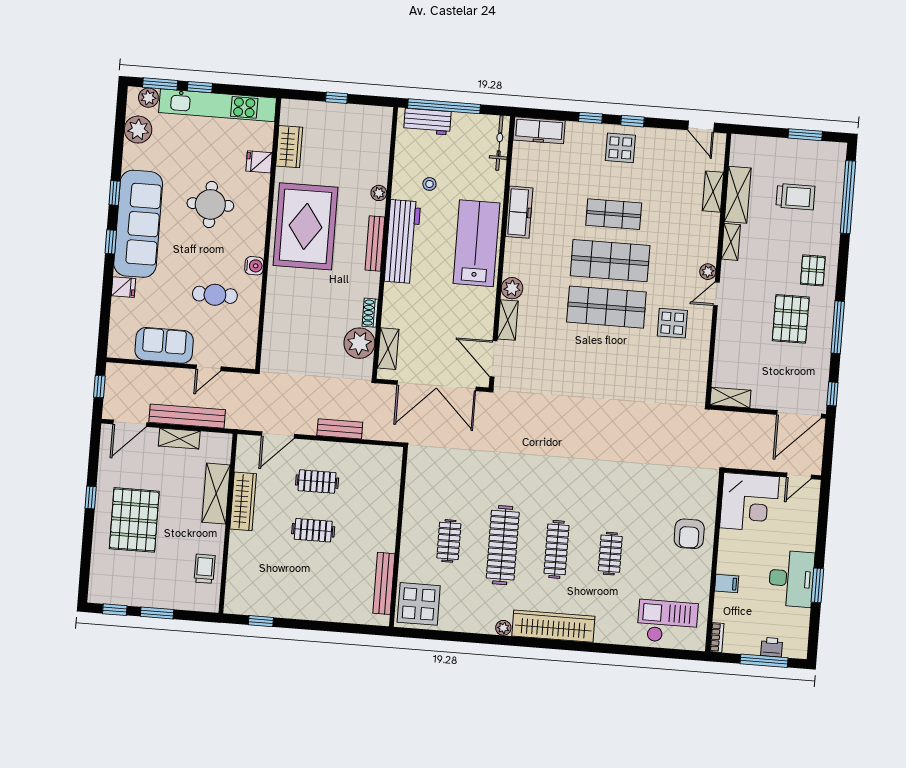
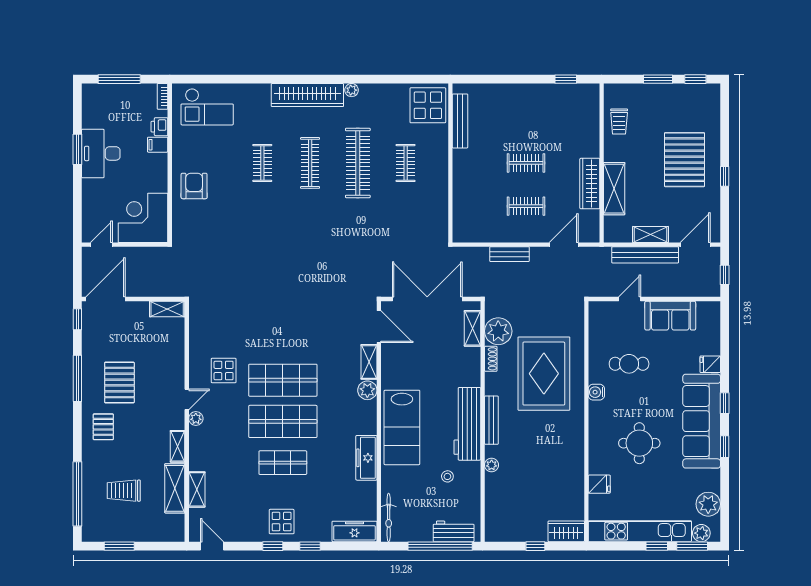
wardrobe: (289, 147) -> (566, 531), moved, turned 90
rug: (305, 226) -> (544, 374), moved
printer: (772, 647) -> (159, 127), moved, turned 90

